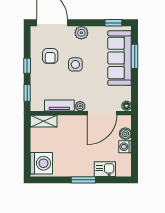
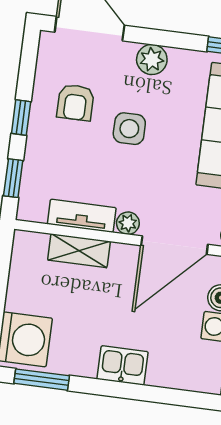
shelving: (44, 121) -> (79, 251), moved
kitchen sink: (105, 169) -> (123, 365), moved
window: (83, 180) -> (42, 380), moved

